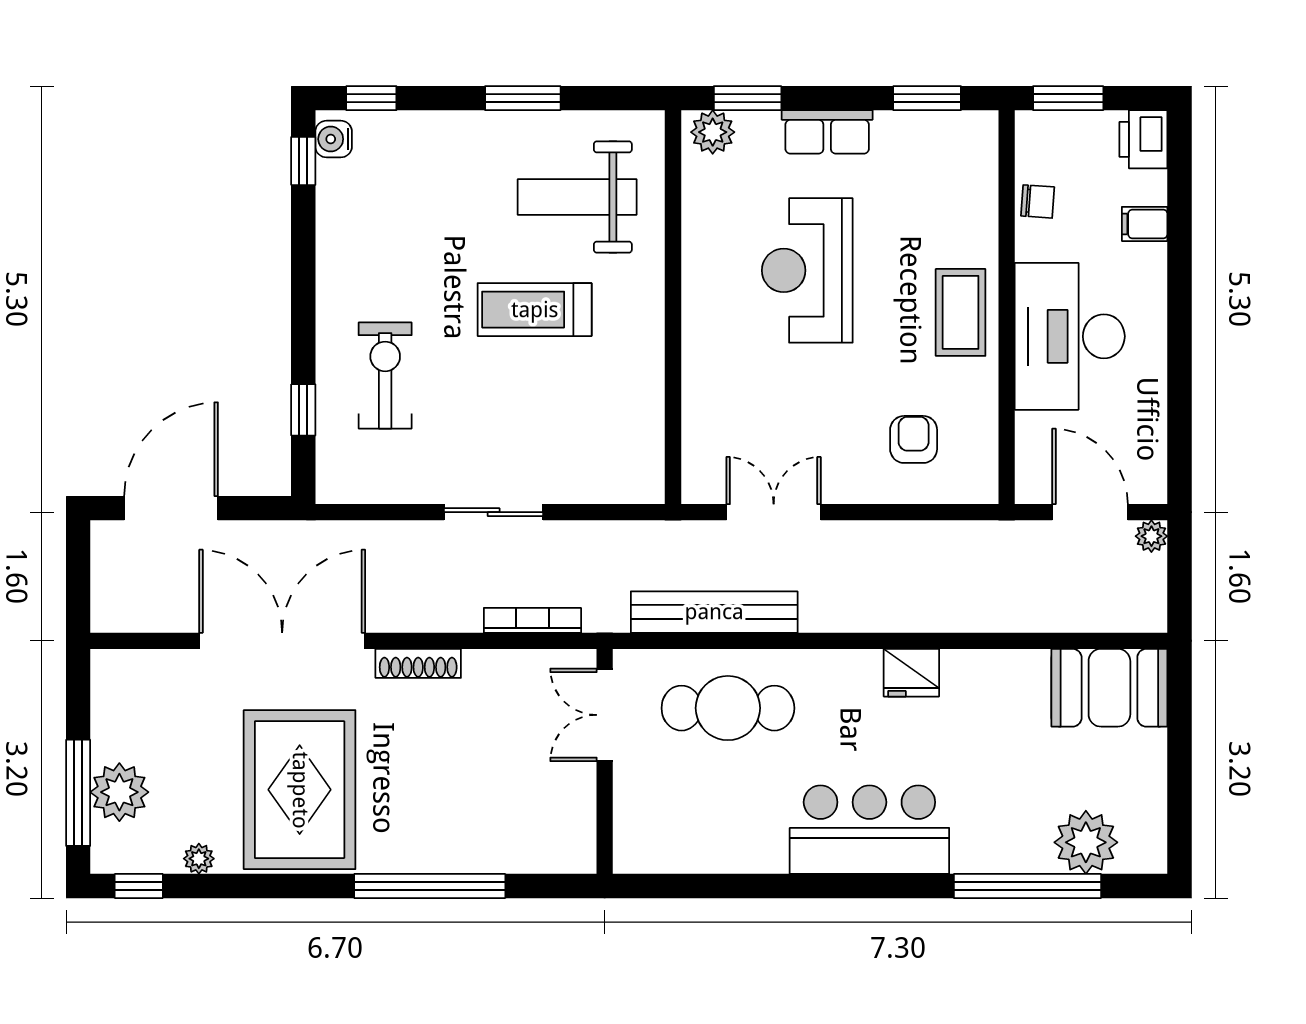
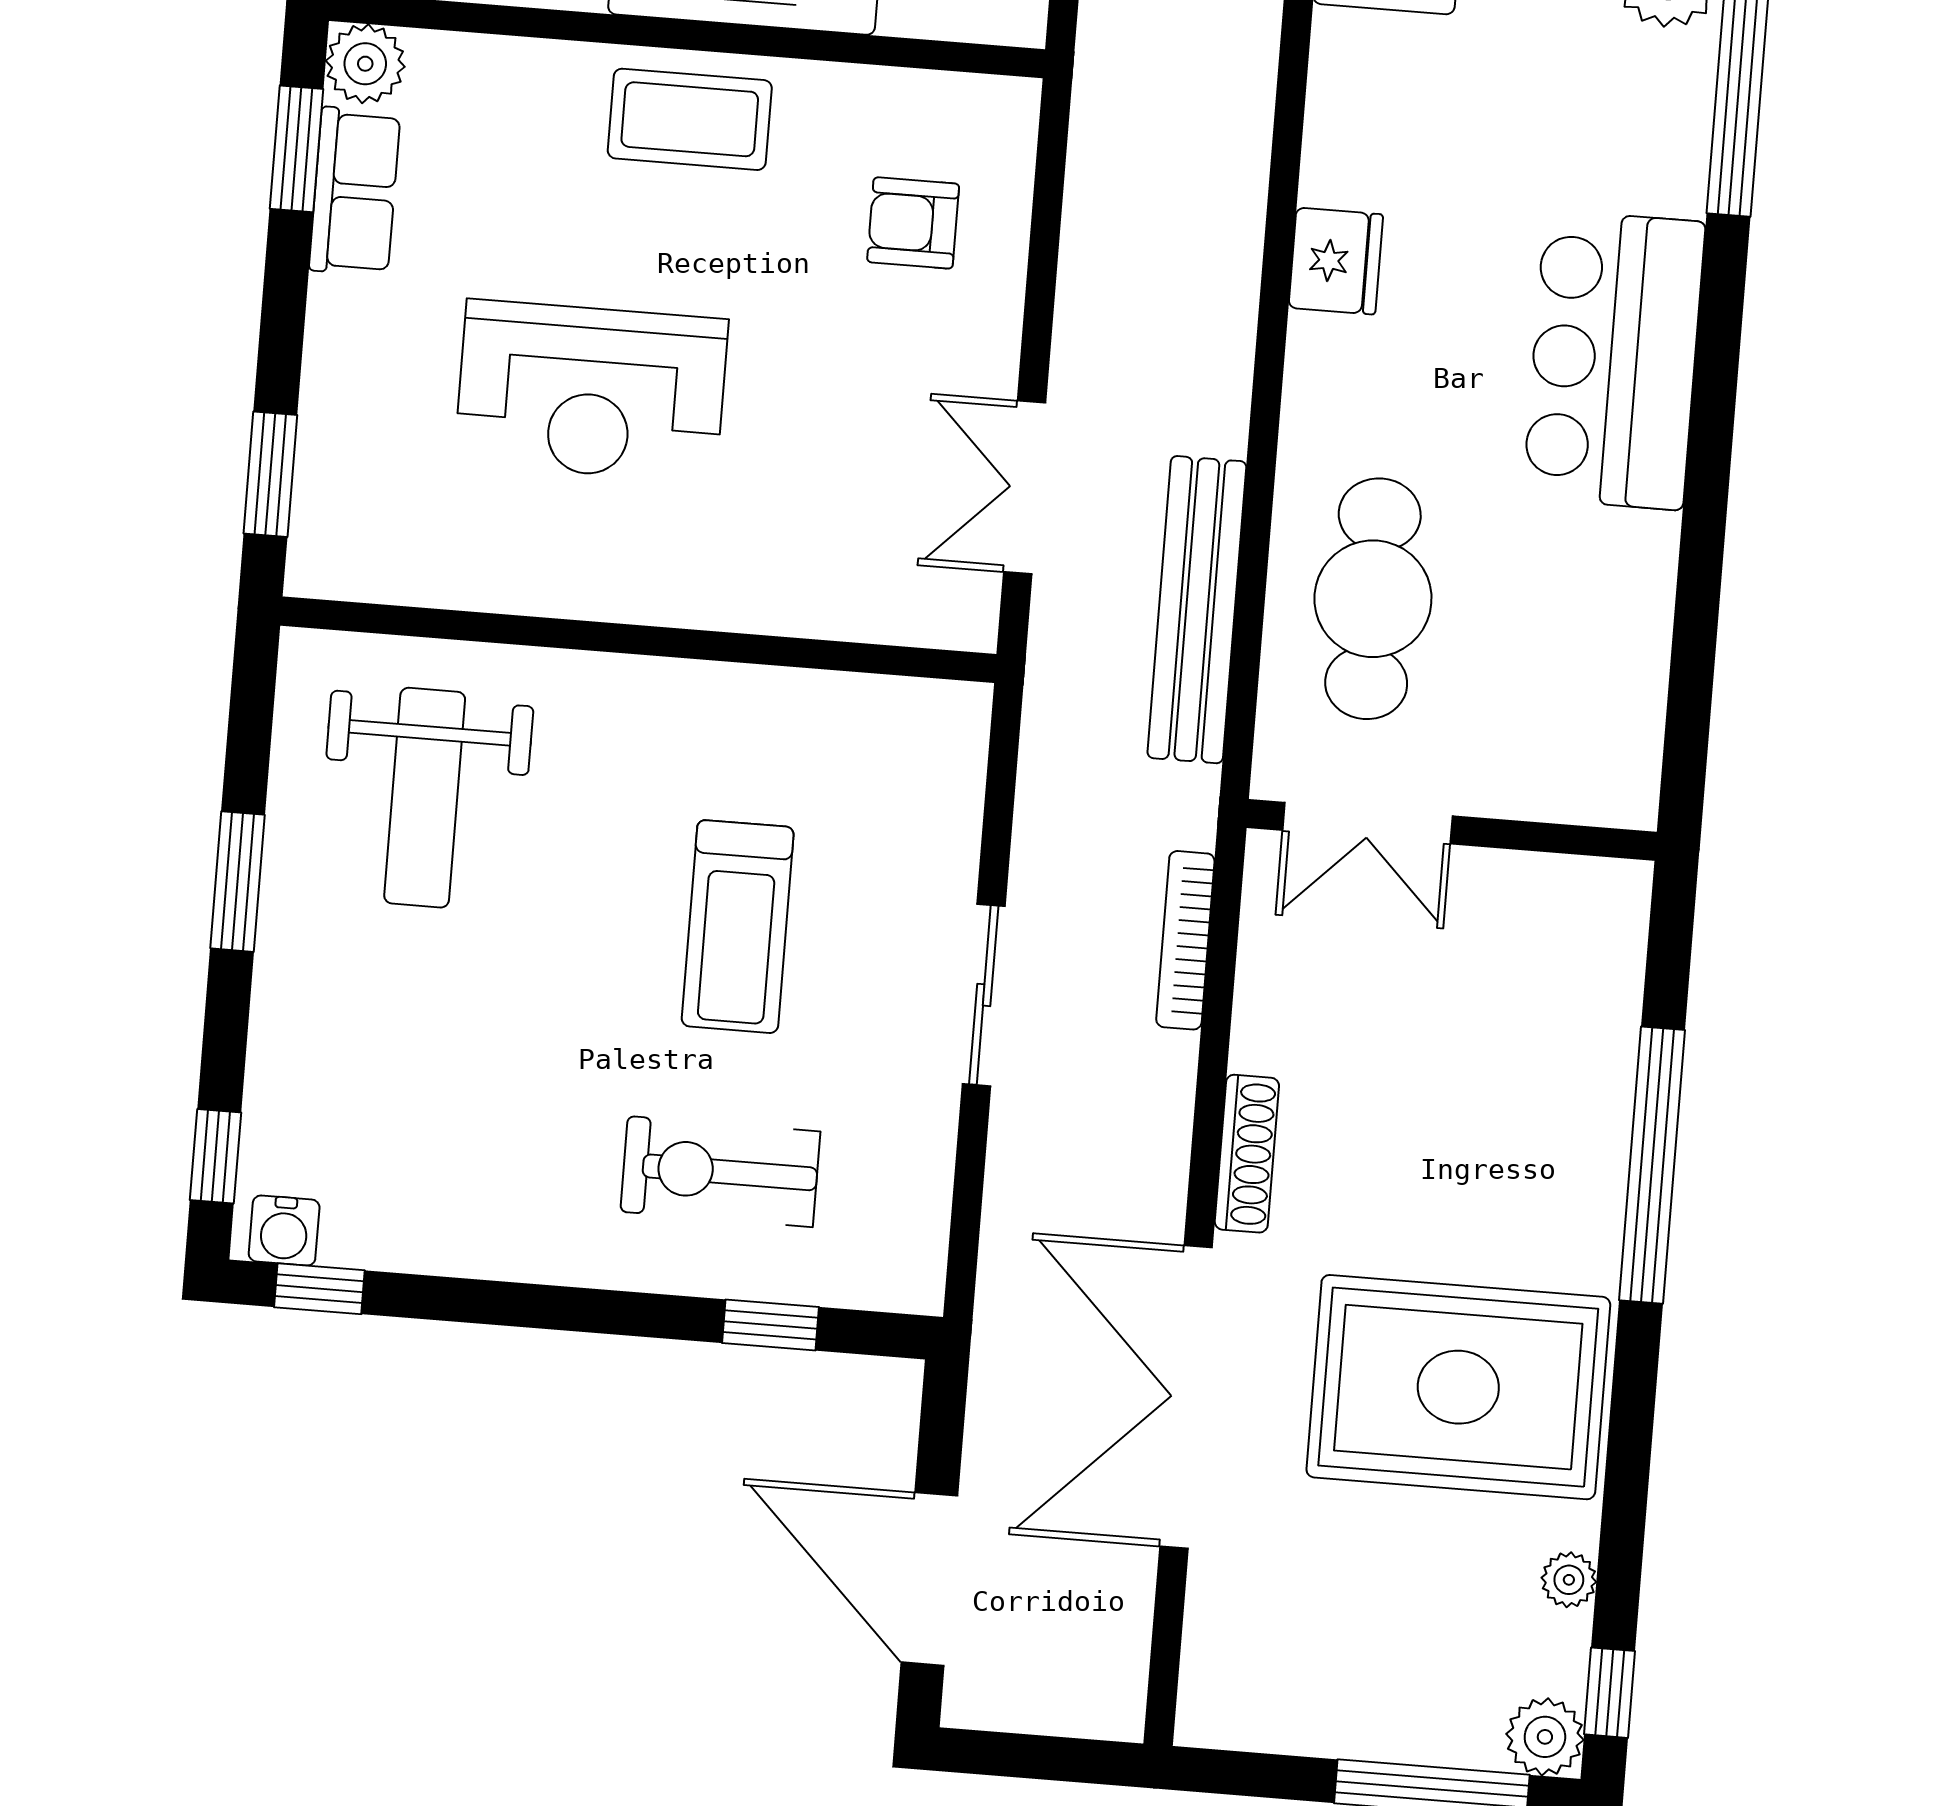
plant: (713, 132) -> (365, 64), moved
row of seats: (827, 132) -> (355, 191), moved
treadmill: (535, 310) -> (738, 927), moved
plant: (119, 792) -> (1545, 1737), moved, width x0.73, depth x0.73

